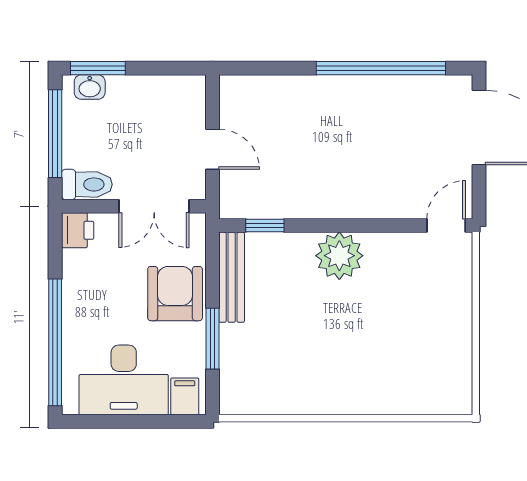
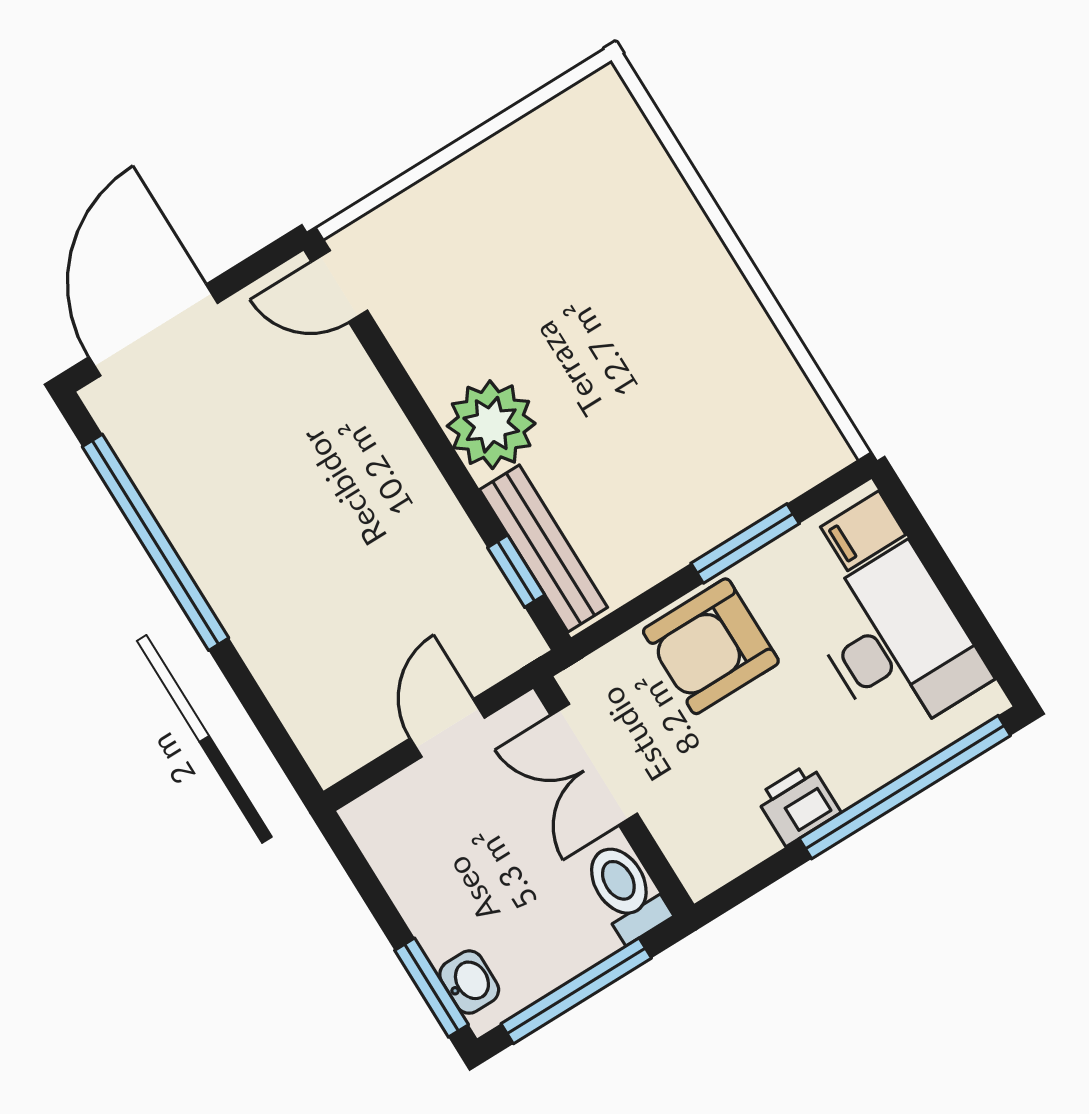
double door: (154, 206) -> (594, 765), swing flipped
printer: (78, 230) -> (798, 804), moved
bench: (232, 277) -> (544, 548), moved, turned 90

